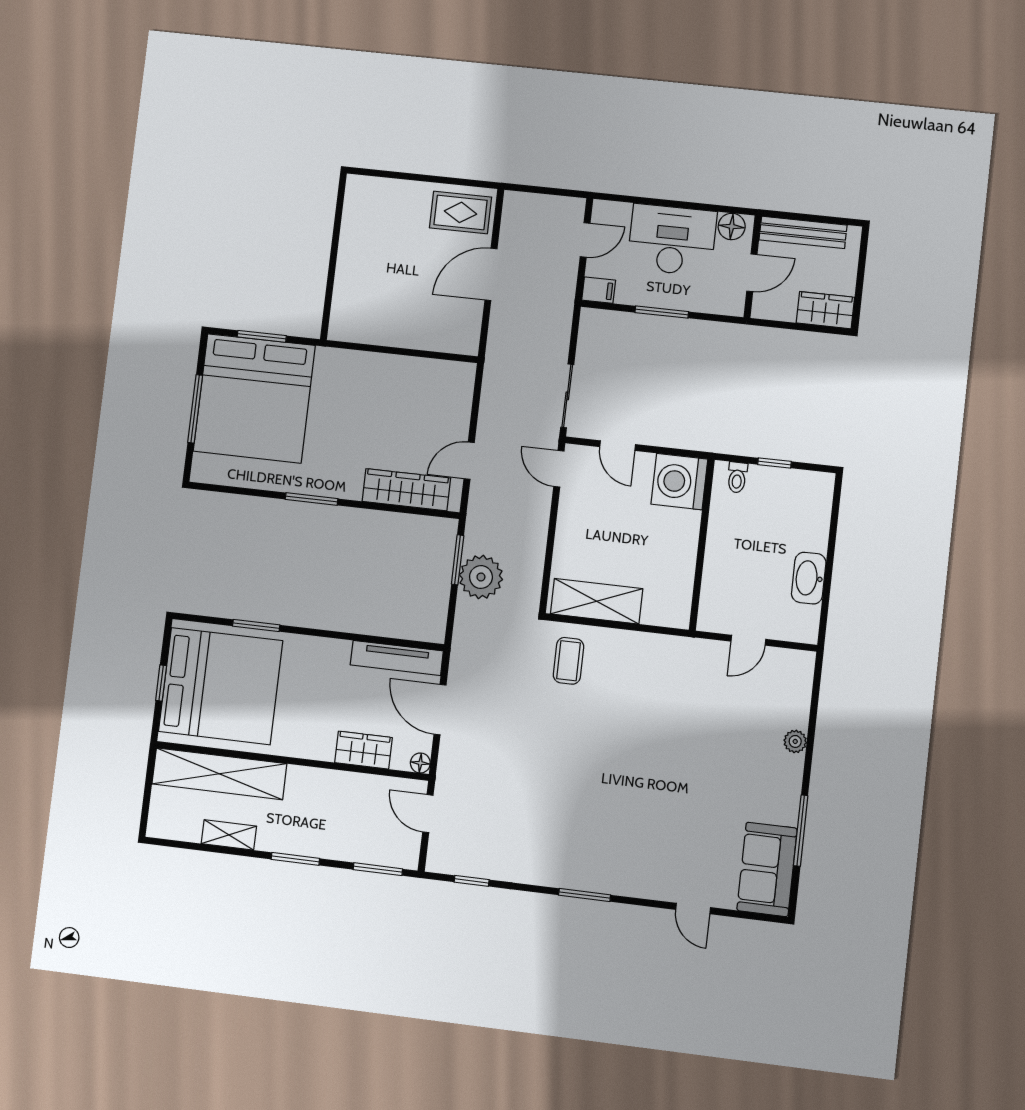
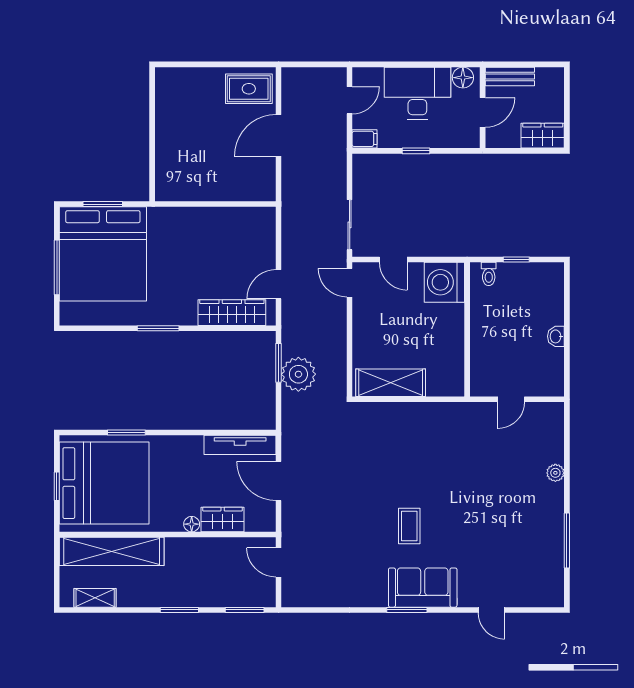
bench: (803, 232) -> (510, 76), width x0.73
window: (662, 312) -> (416, 151), width x0.67
washbasin: (809, 578) -> (556, 336), width x0.52, depth x0.69
coffee table: (568, 661) -> (409, 526), moved
floor lamp: (420, 763) -> (192, 524), moved
shelving: (229, 835) -> (95, 598), moved
sofa: (767, 869) -> (423, 588), moved, turned 90
window: (472, 881) -> (319, 610), removed

